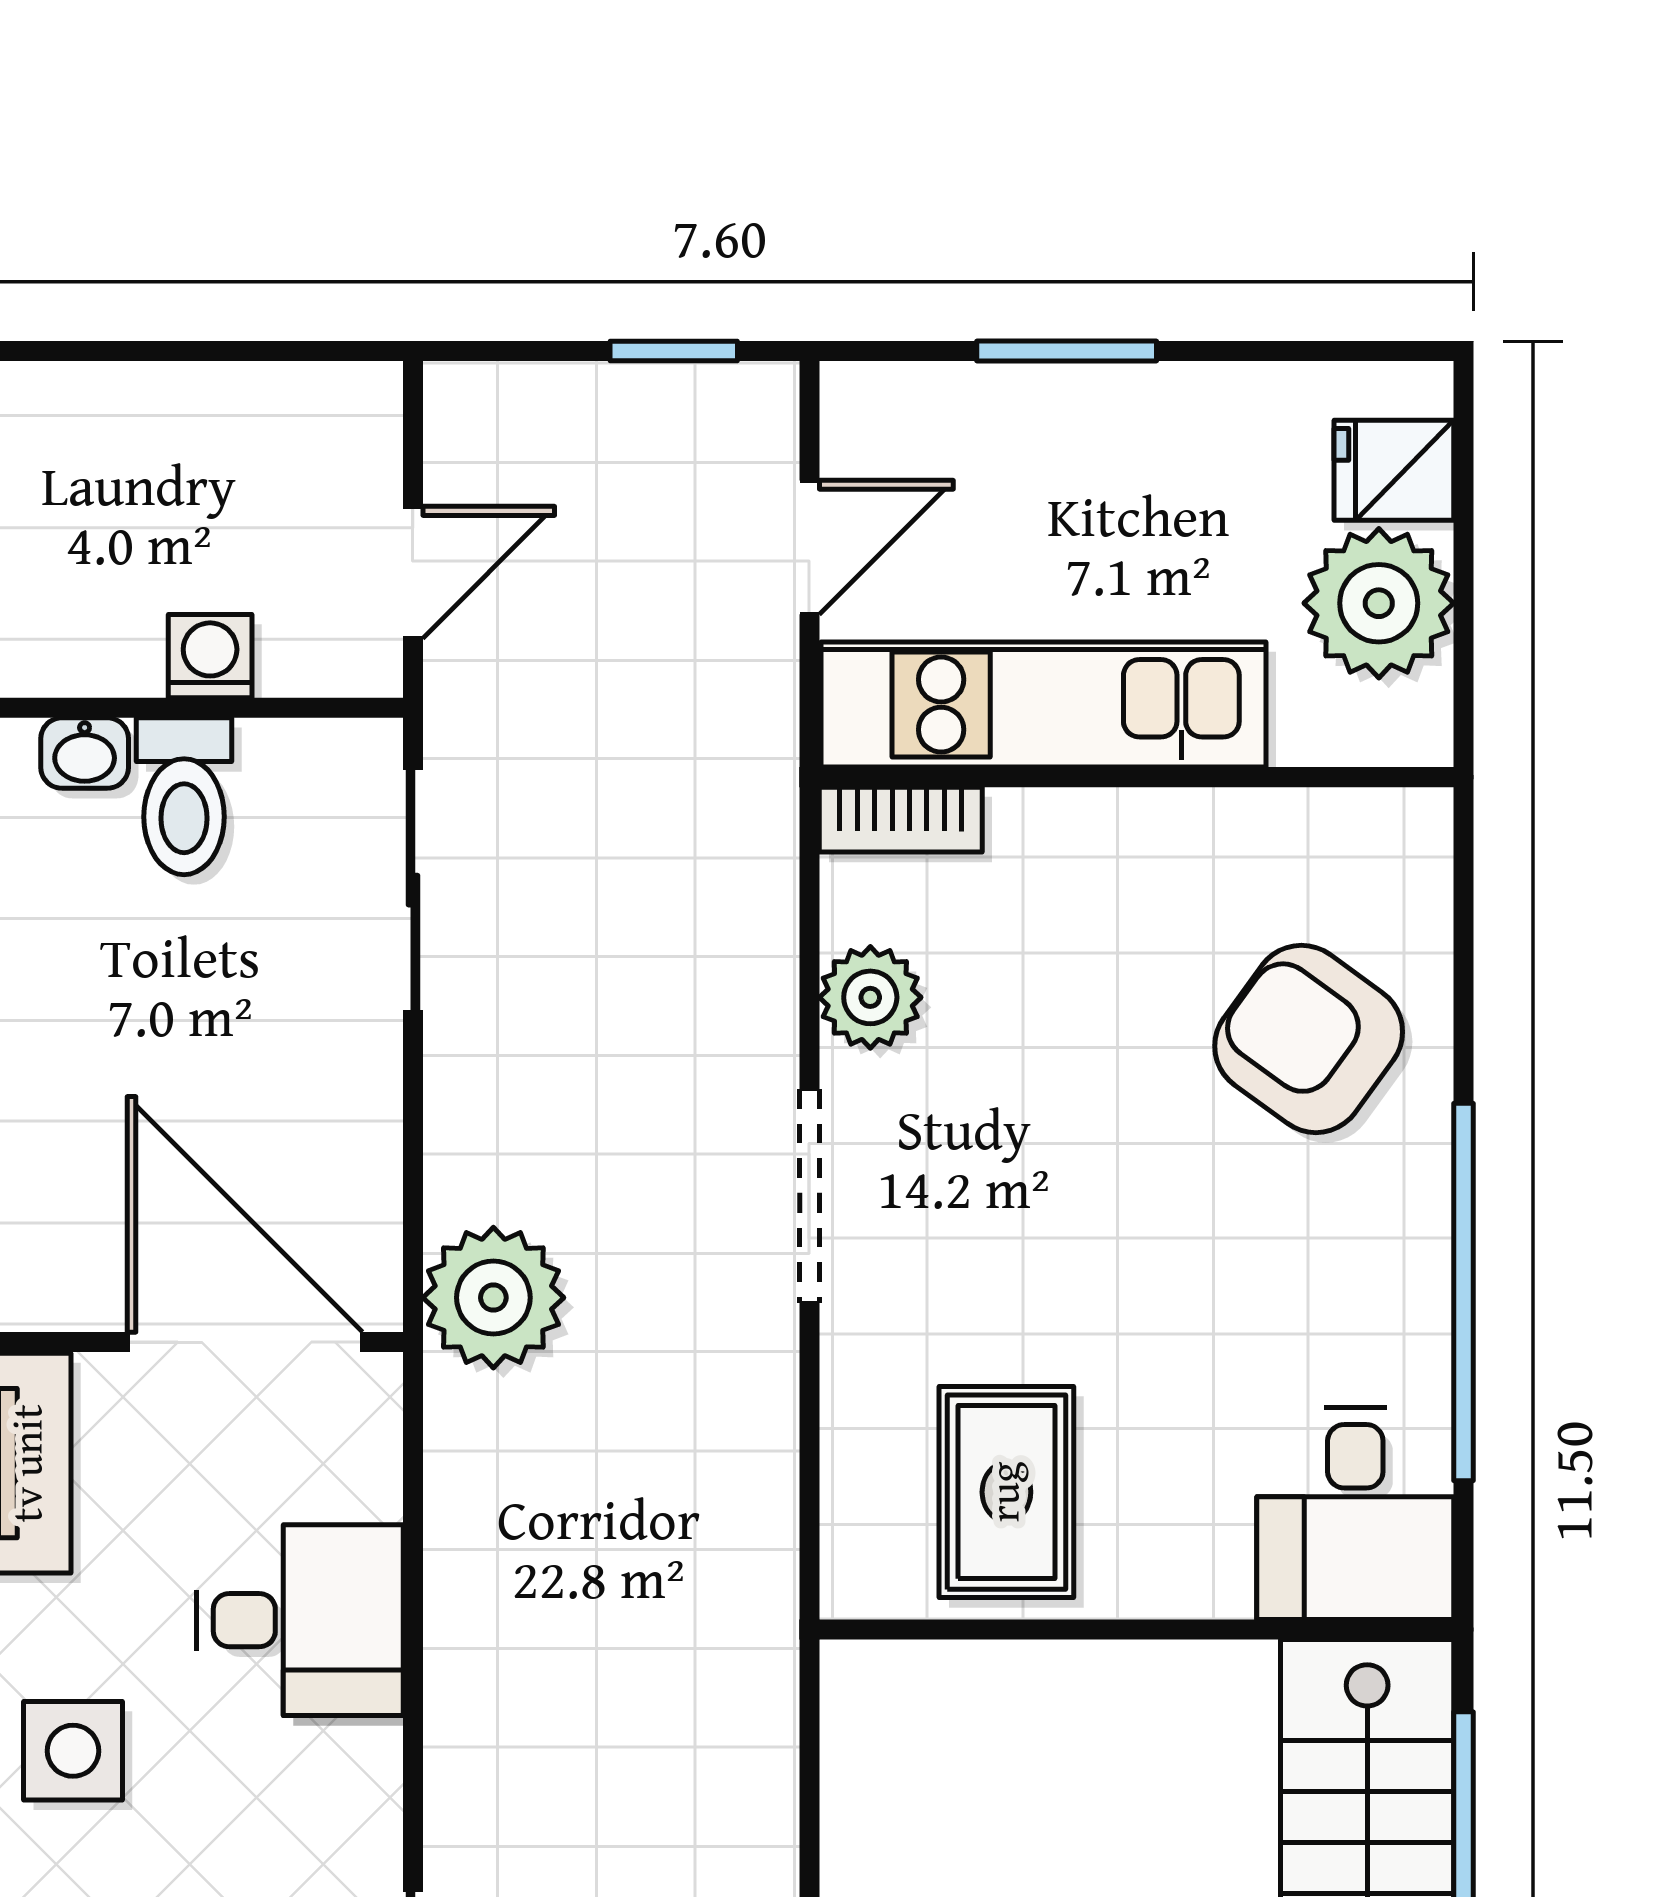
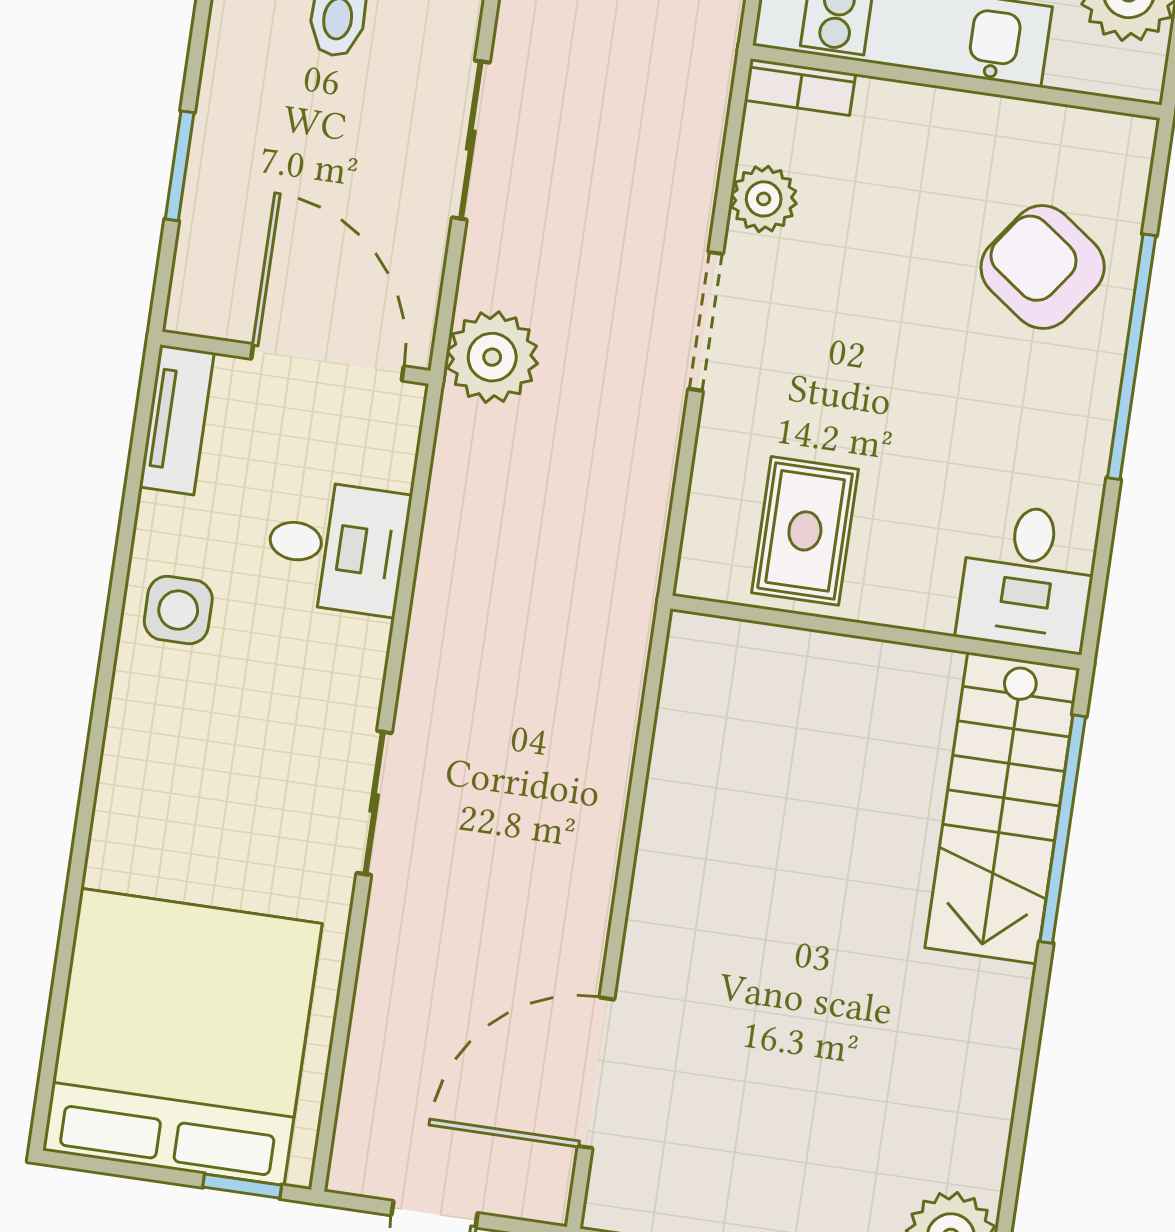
sliding door: (413, 890) -> (471, 140), moved
window: (1464, 1292) -> (1132, 357), moved

